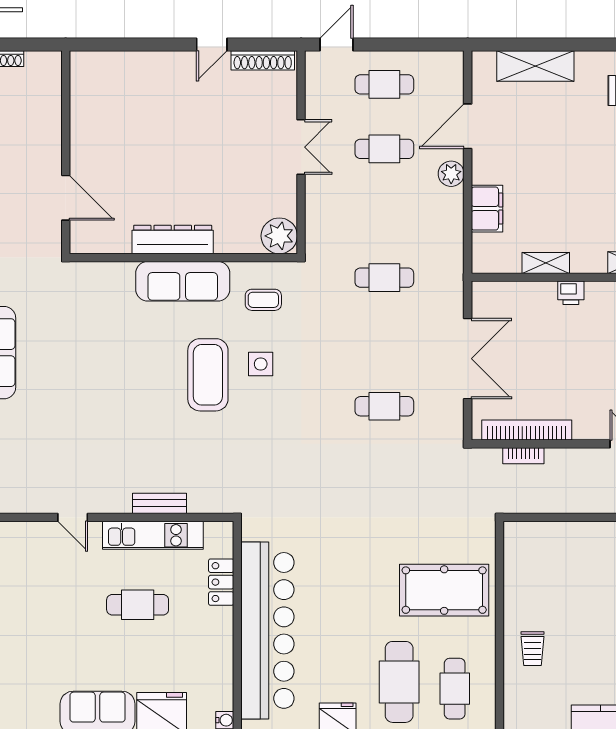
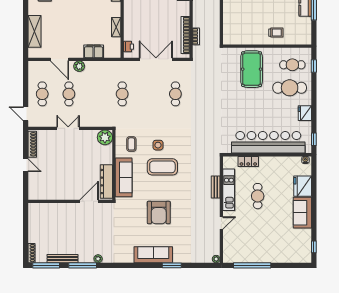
wall: (66, 152) -> (70, 201), moved
door: (66, 198) -> (89, 201), moved
printer: (571, 293) -> (128, 47), moved
armchair: (98, 366) -> (159, 212), added

